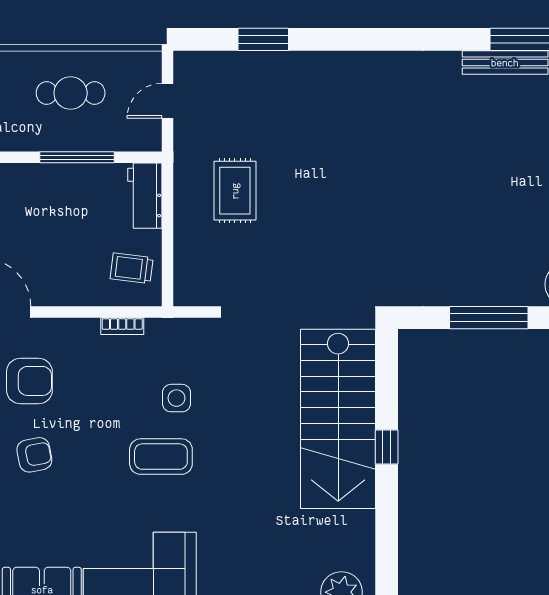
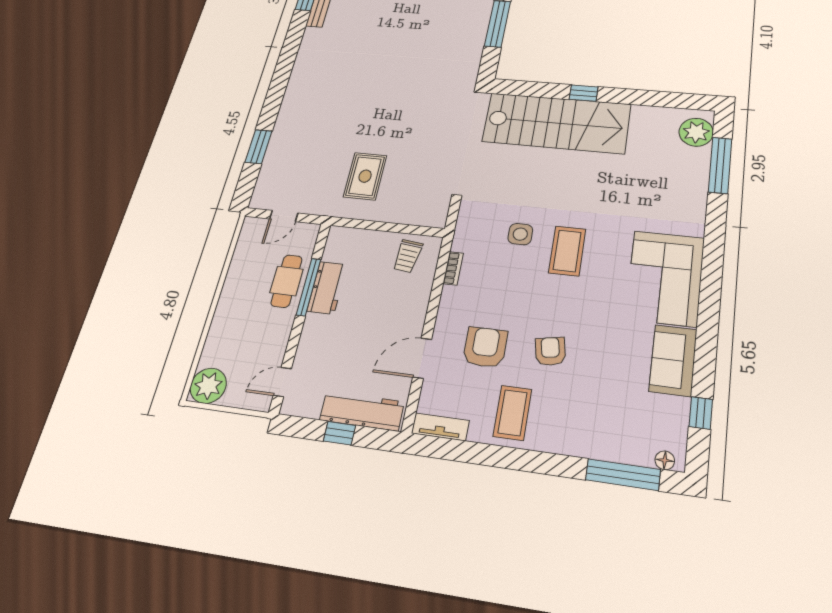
cafe table: (71, 93) -> (287, 281), moved
door: (167, 101) -> (284, 216), hinge flipped
rug: (235, 191) -> (365, 176), turned 90
workbench: (145, 196) -> (327, 288), moved, turned -90

